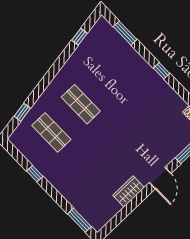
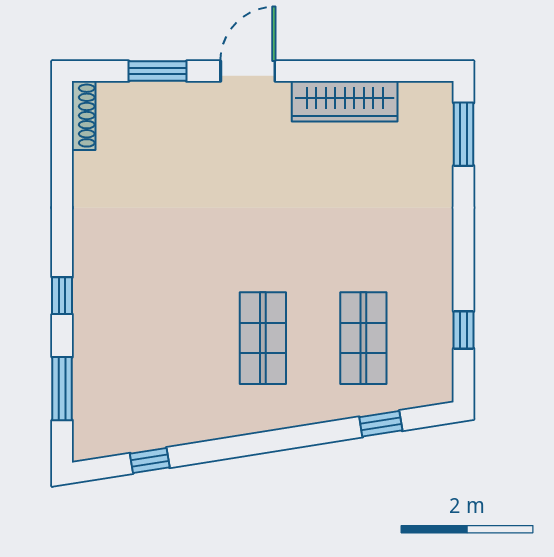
window: (162, 71) -> (62, 296), moved
window: (35, 174) -> (464, 330), moved
wardrobe: (129, 191) -> (345, 101), width x1.50

